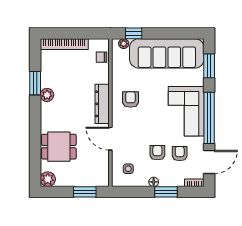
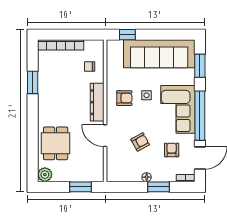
plant: (124, 44) -> (118, 44), removed
chair: (101, 57) -> (90, 66), moved
plant: (47, 95) -> (44, 94), removed
armchair: (130, 99) -> (124, 98), turned 90
dining table: (59, 147) -> (56, 143), turned 90
armchair: (157, 153) -> (140, 142), moved, turned 61
side table: (128, 169) -> (146, 95), moved

